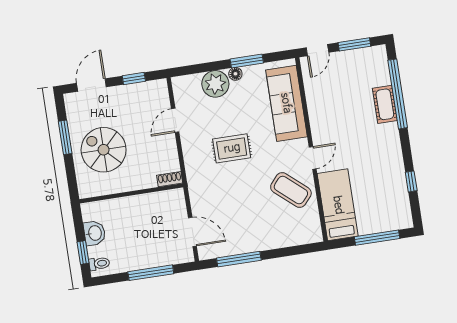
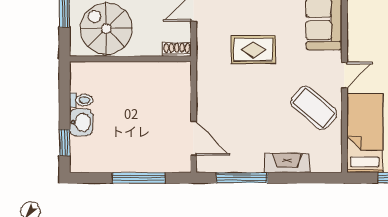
shoe rack: (170, 179) -> (177, 50), moved
wall: (131, 193) -> (130, 59), moved
fireplace: (275, 241) -> (287, 163), added
toilet: (99, 264) -> (81, 100), moved

